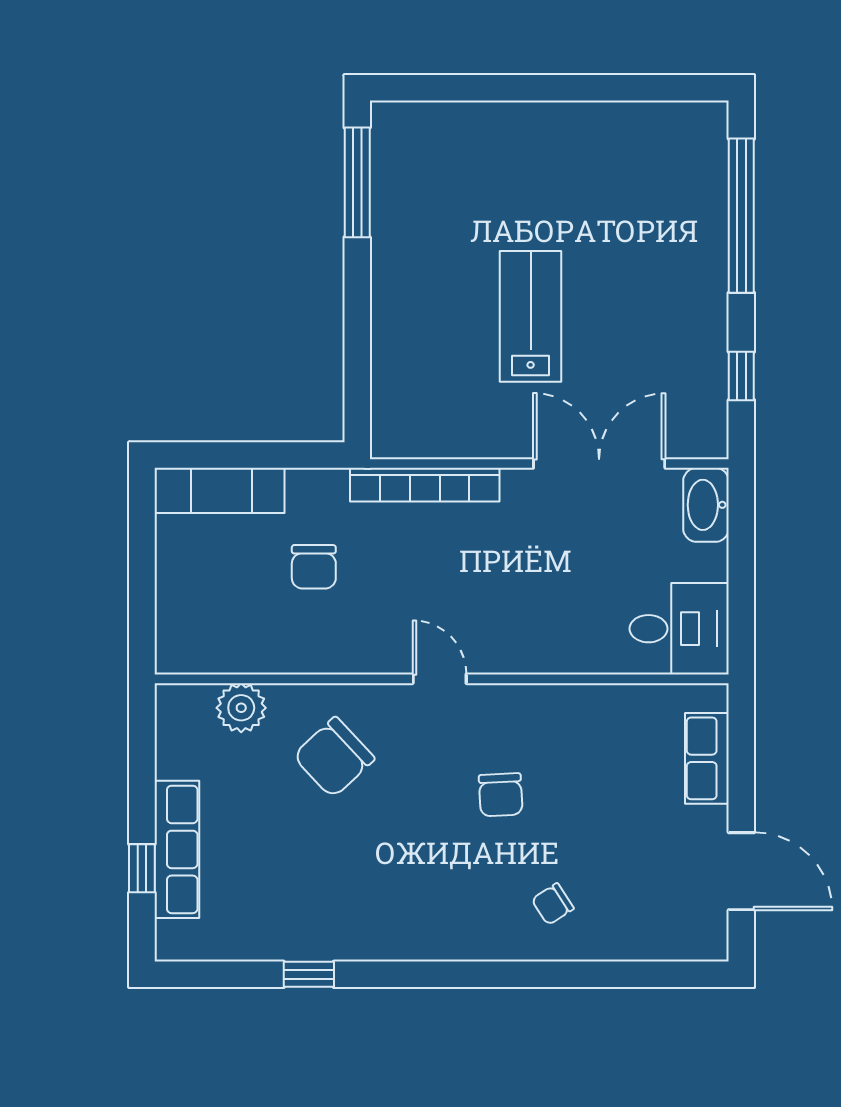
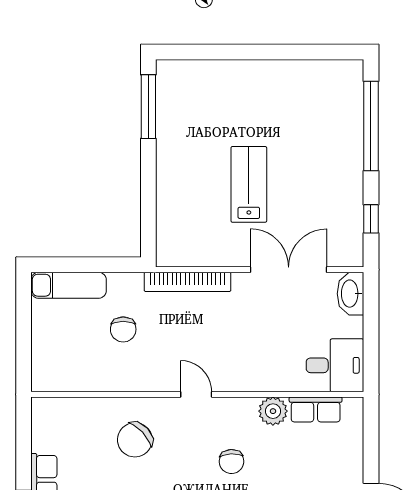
plant: (241, 708) -> (273, 411), moved
row of seats: (707, 758) -> (316, 409), moved, turned -90

